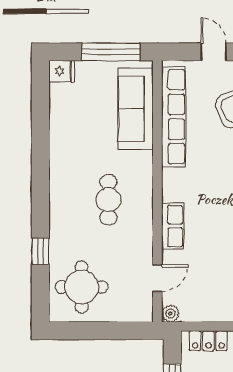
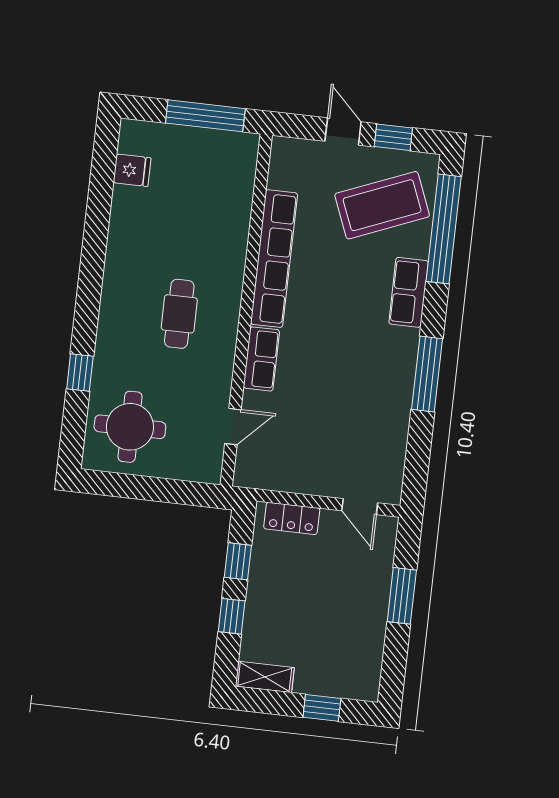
fridge: (62, 71) -> (132, 170), moved
sofa: (136, 109) -> (230, 196), removed
row of seats: (174, 117) -> (274, 259), moved
plant: (170, 313) -> (245, 476), removed

